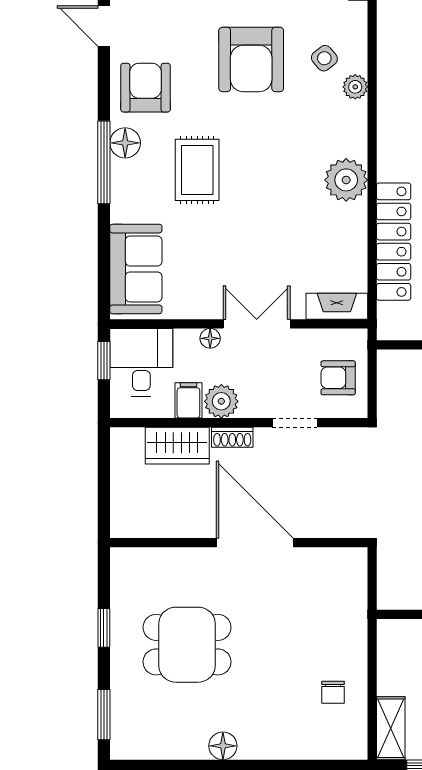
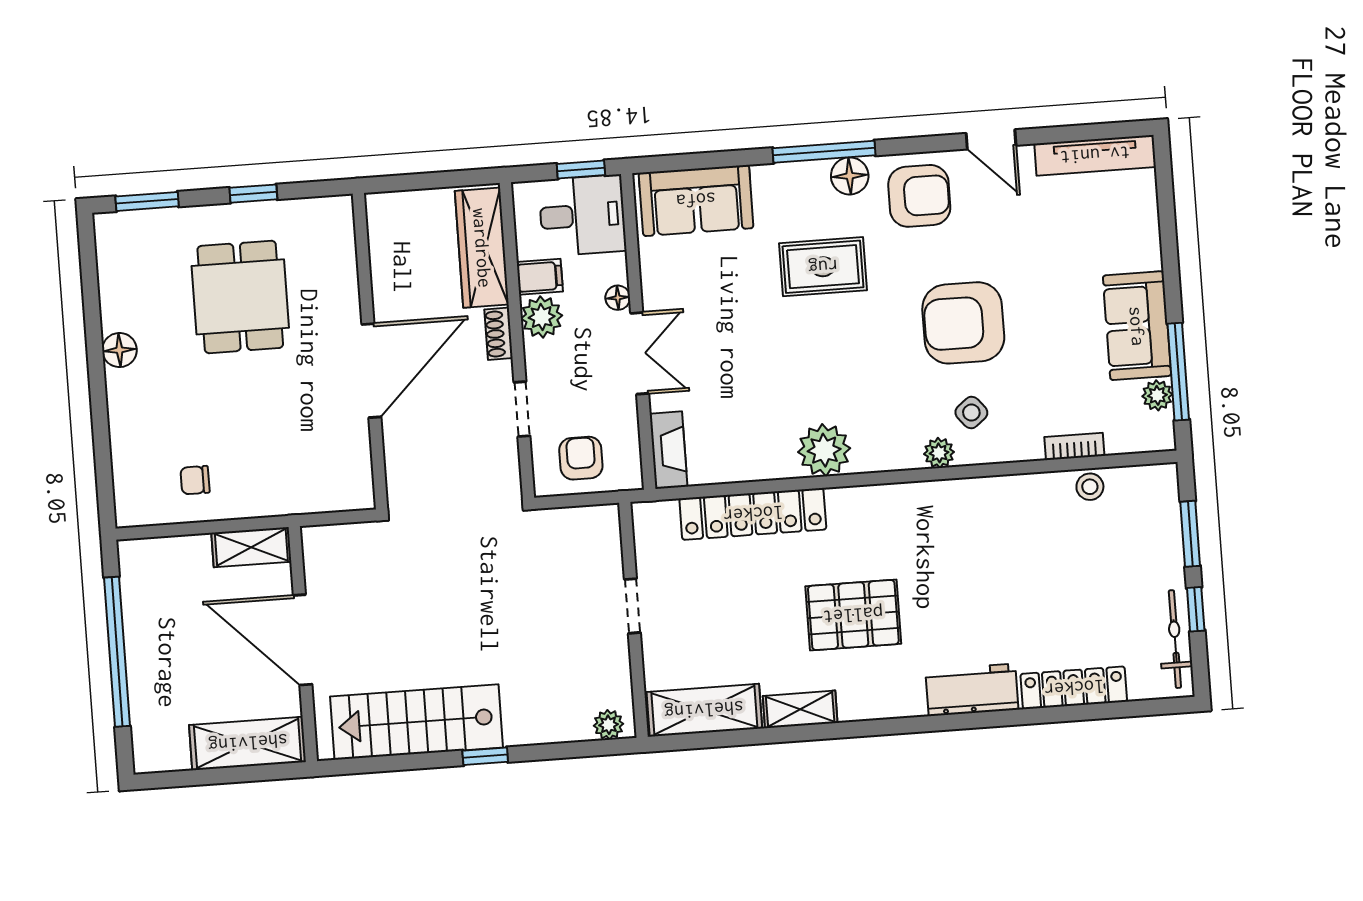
door: (104, 26) -> (991, 139), swing flipped
wardrobe: (177, 446) -> (482, 248), width x1.50
shelving: (391, 728) -> (251, 547), moved

